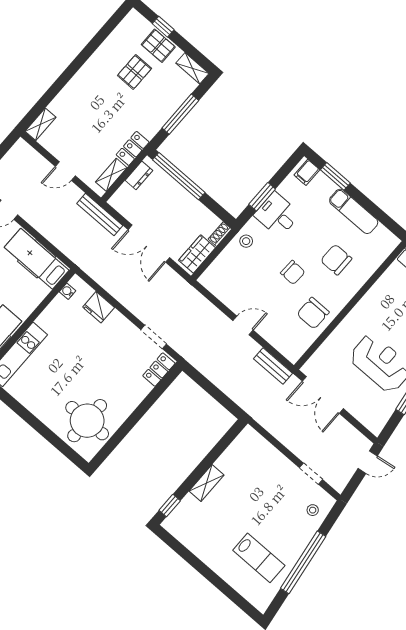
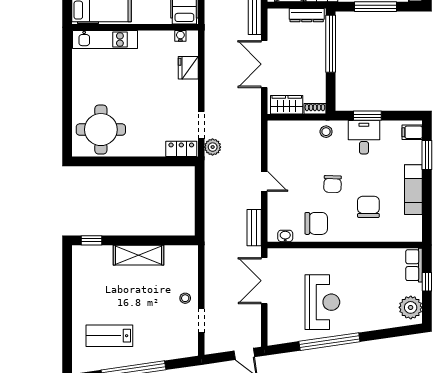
dresser: (139, 175) -> (307, 15), width x1.44
chair: (313, 313) -> (316, 223), turned 180
plant: (179, 343) -> (213, 147), added
washbasin: (301, 347) -> (285, 236), added
shelving: (206, 483) -> (139, 255), width x1.50, depth x1.33
stool: (313, 510) -> (185, 298), moved
lab bench: (259, 558) -> (109, 336), turned 90

